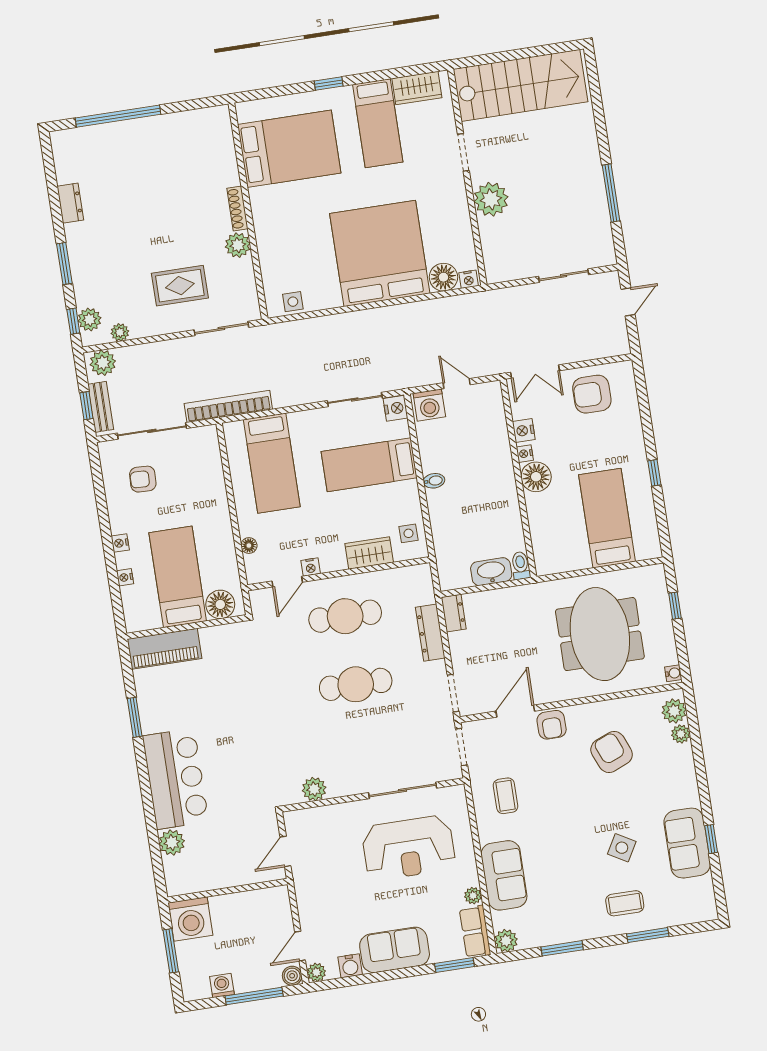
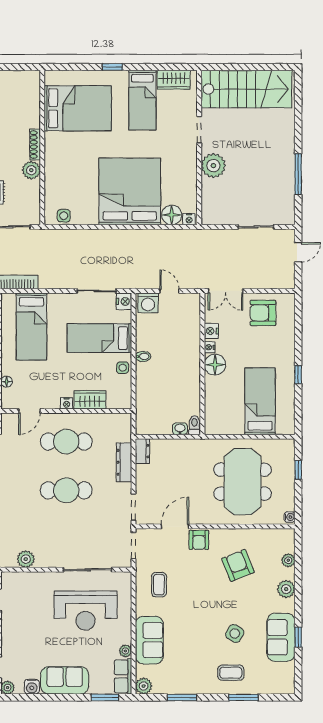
side table: (409, 533) -> (123, 368), moved
nightstand: (311, 567) -> (67, 403), moved
washbasin: (491, 572) -> (180, 429), width x0.52, depth x0.69
plant: (674, 711) -> (286, 589), moved

